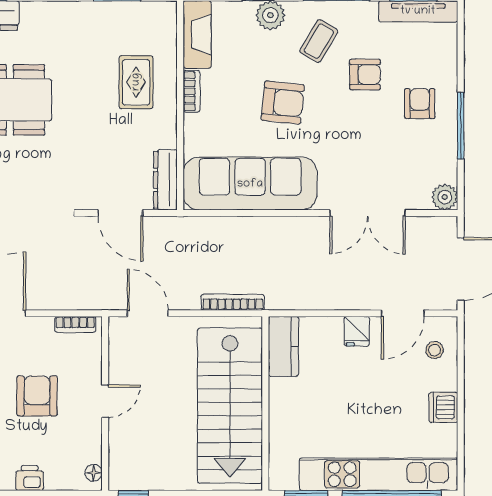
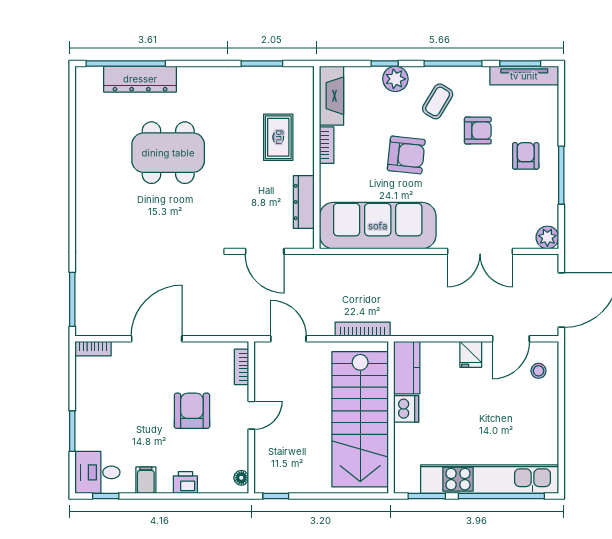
dresser: (165, 180) -> (304, 202), moved
bookcase: (75, 324) -> (242, 367), moved, turned 90
dishwasher: (443, 407) -> (406, 409), moved, turned 180

